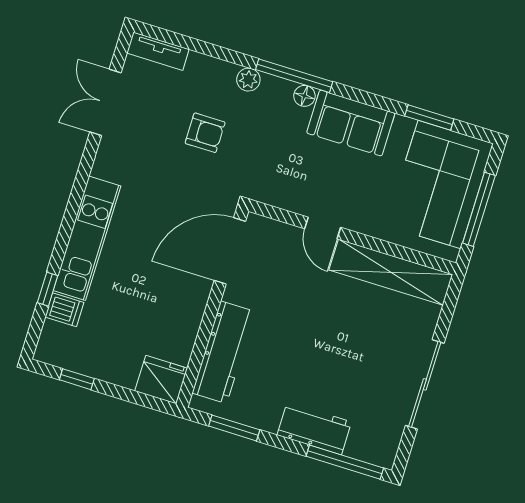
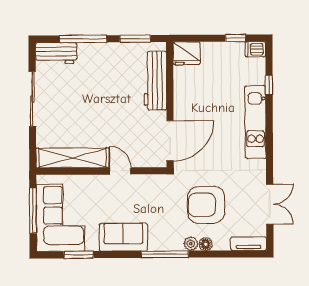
floor lamp: (304, 96) -> (206, 244), moved
armchair: (205, 133) -> (206, 205), width x1.88, depth x1.88
dishwasher: (64, 310) -> (255, 49), moved
workbench: (314, 428) -> (56, 53), moved
window: (345, 462) -> (83, 39), moved

